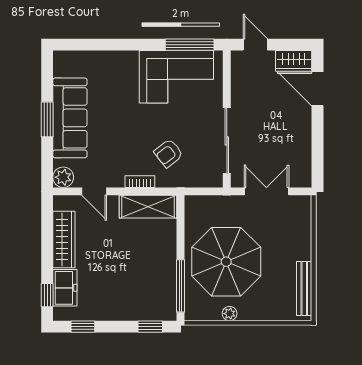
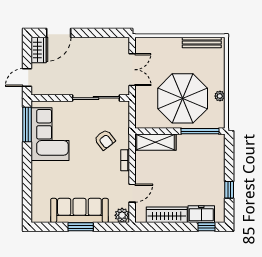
double door: (266, 191) -> (132, 70), swing flipped
shelving: (148, 207) -> (155, 142), moved, turned 90
window: (83, 327) -> (229, 190), moved
window: (150, 327) -> (229, 153), removed

